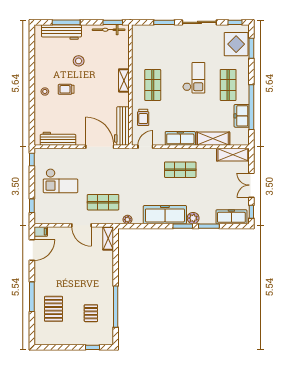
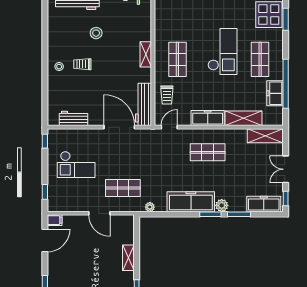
checkout: (194, 78) -> (223, 51), width x1.36, depth x1.21
workbench: (58, 139) -> (74, 118), width x0.73
shelving: (108, 238) -> (128, 258), moved

